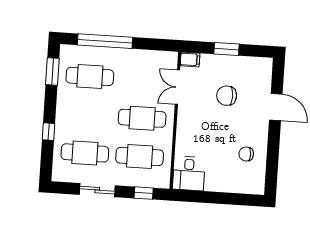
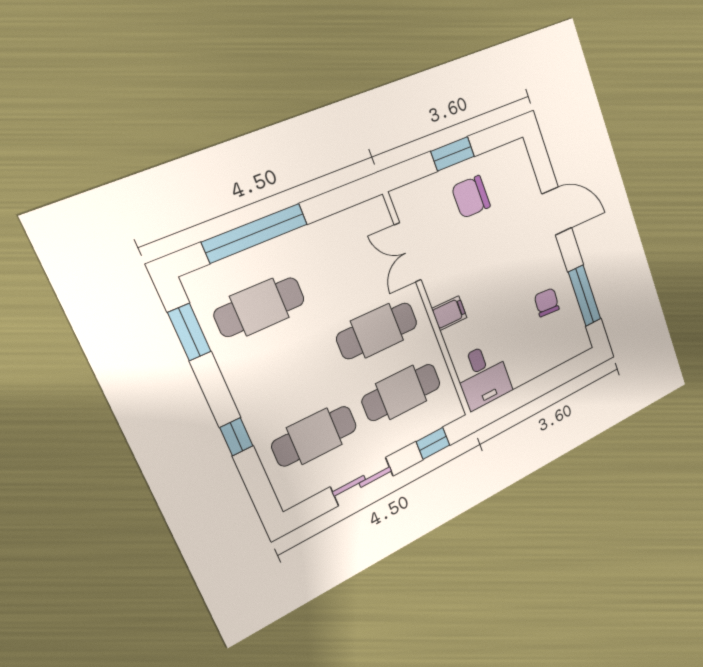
filing cabinet: (190, 59) -> (449, 313), moved
chair: (227, 96) -> (471, 197), moved
chair: (246, 154) -> (547, 302), turned 94
window: (272, 163) -> (585, 296), added

